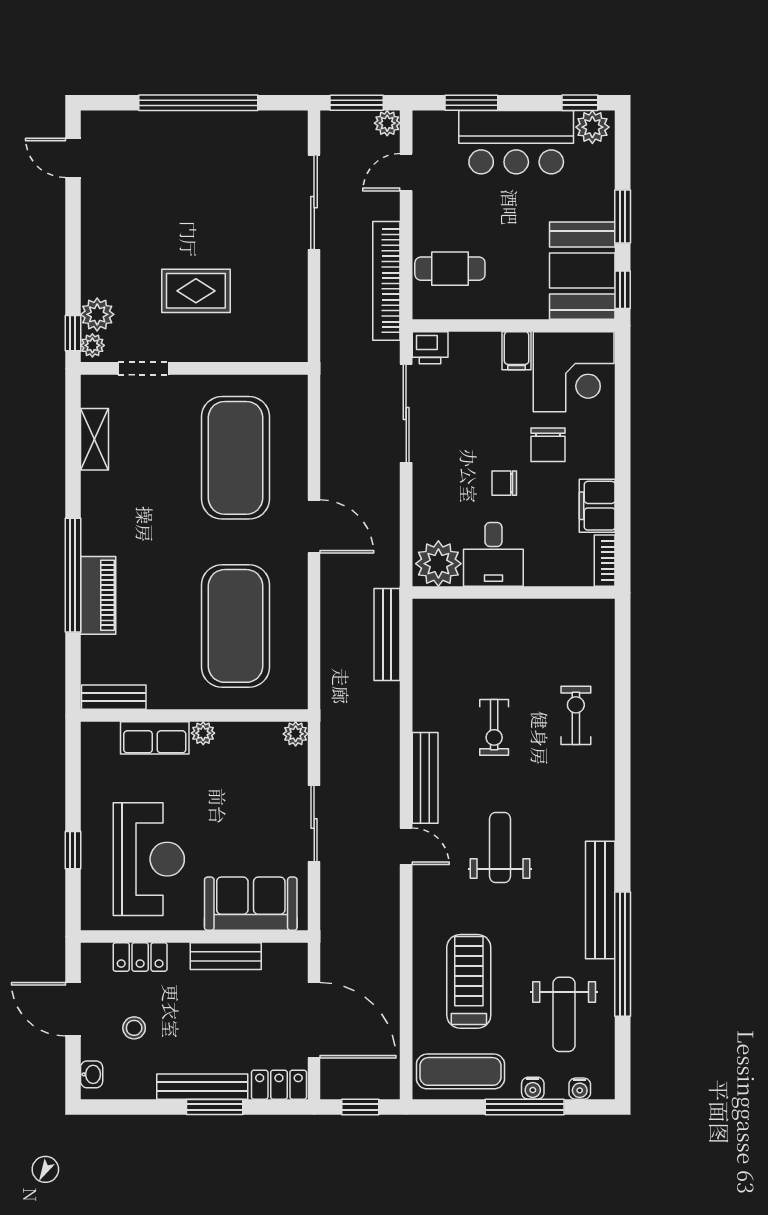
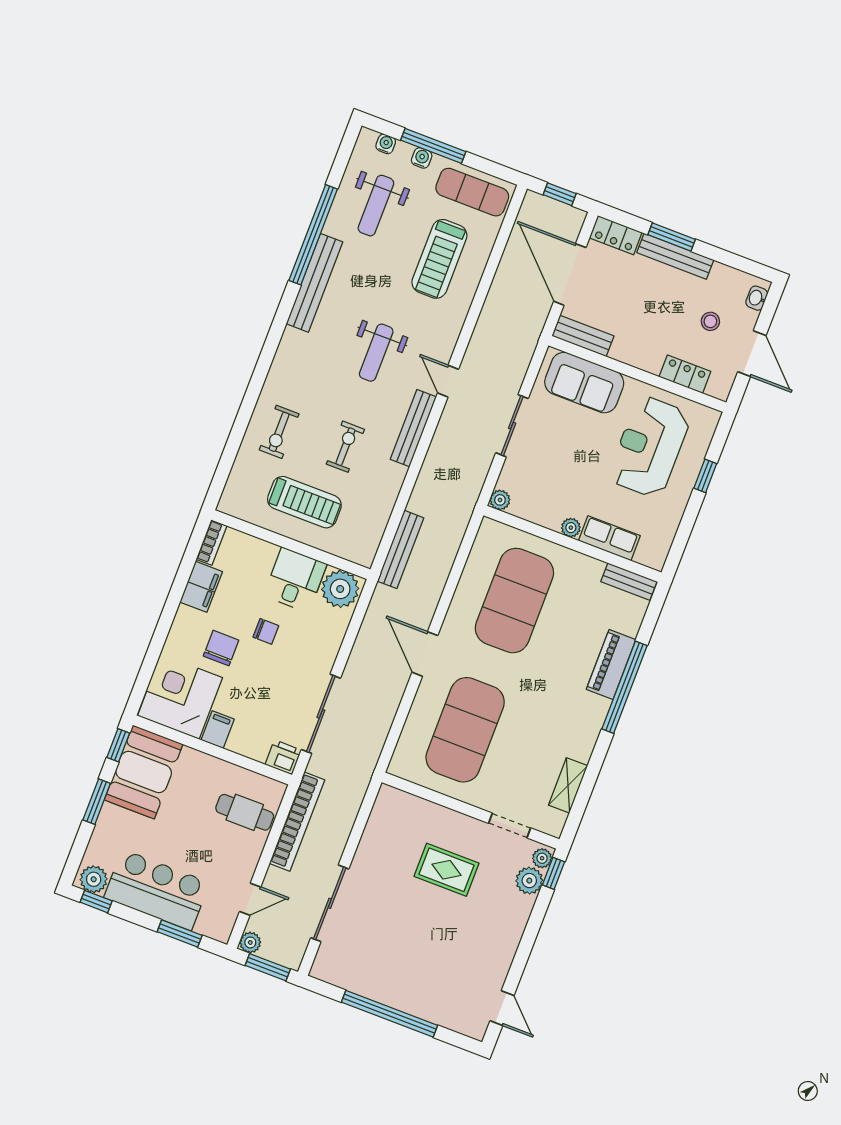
treadmill: (517, 647) -> (304, 502), added
bench: (226, 956) -> (583, 336), moved
weight bench: (564, 1014) -> (376, 206), turned 180

